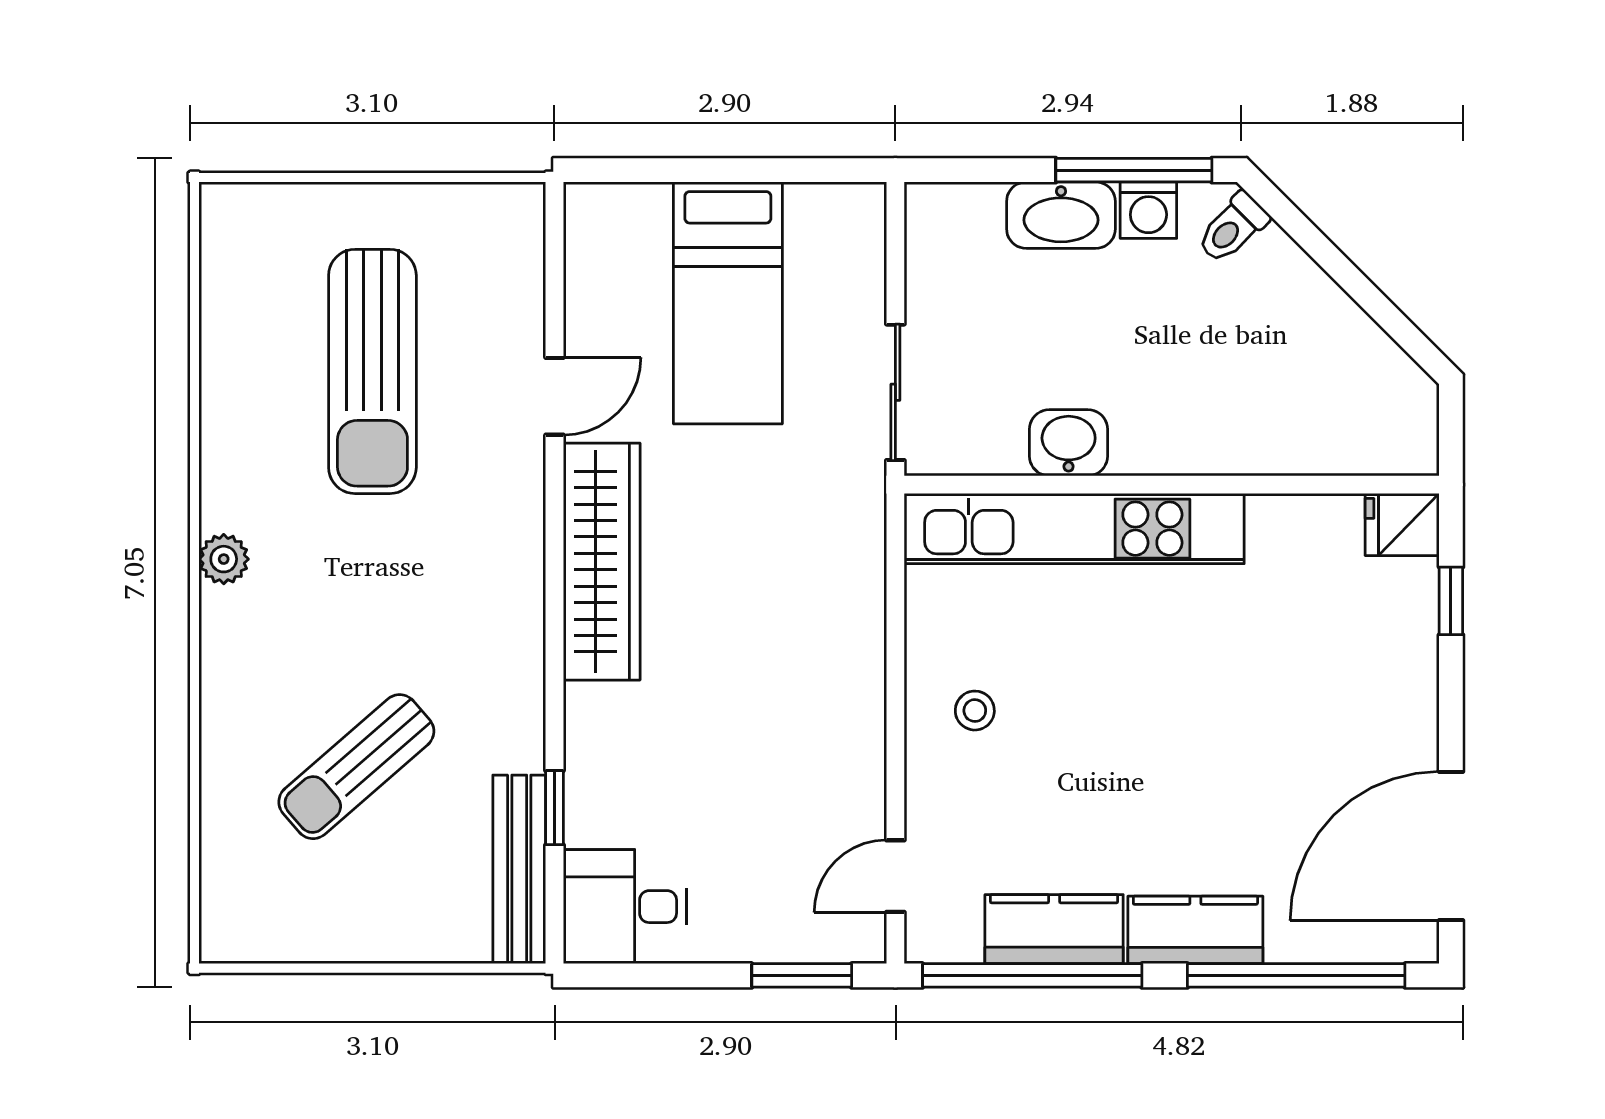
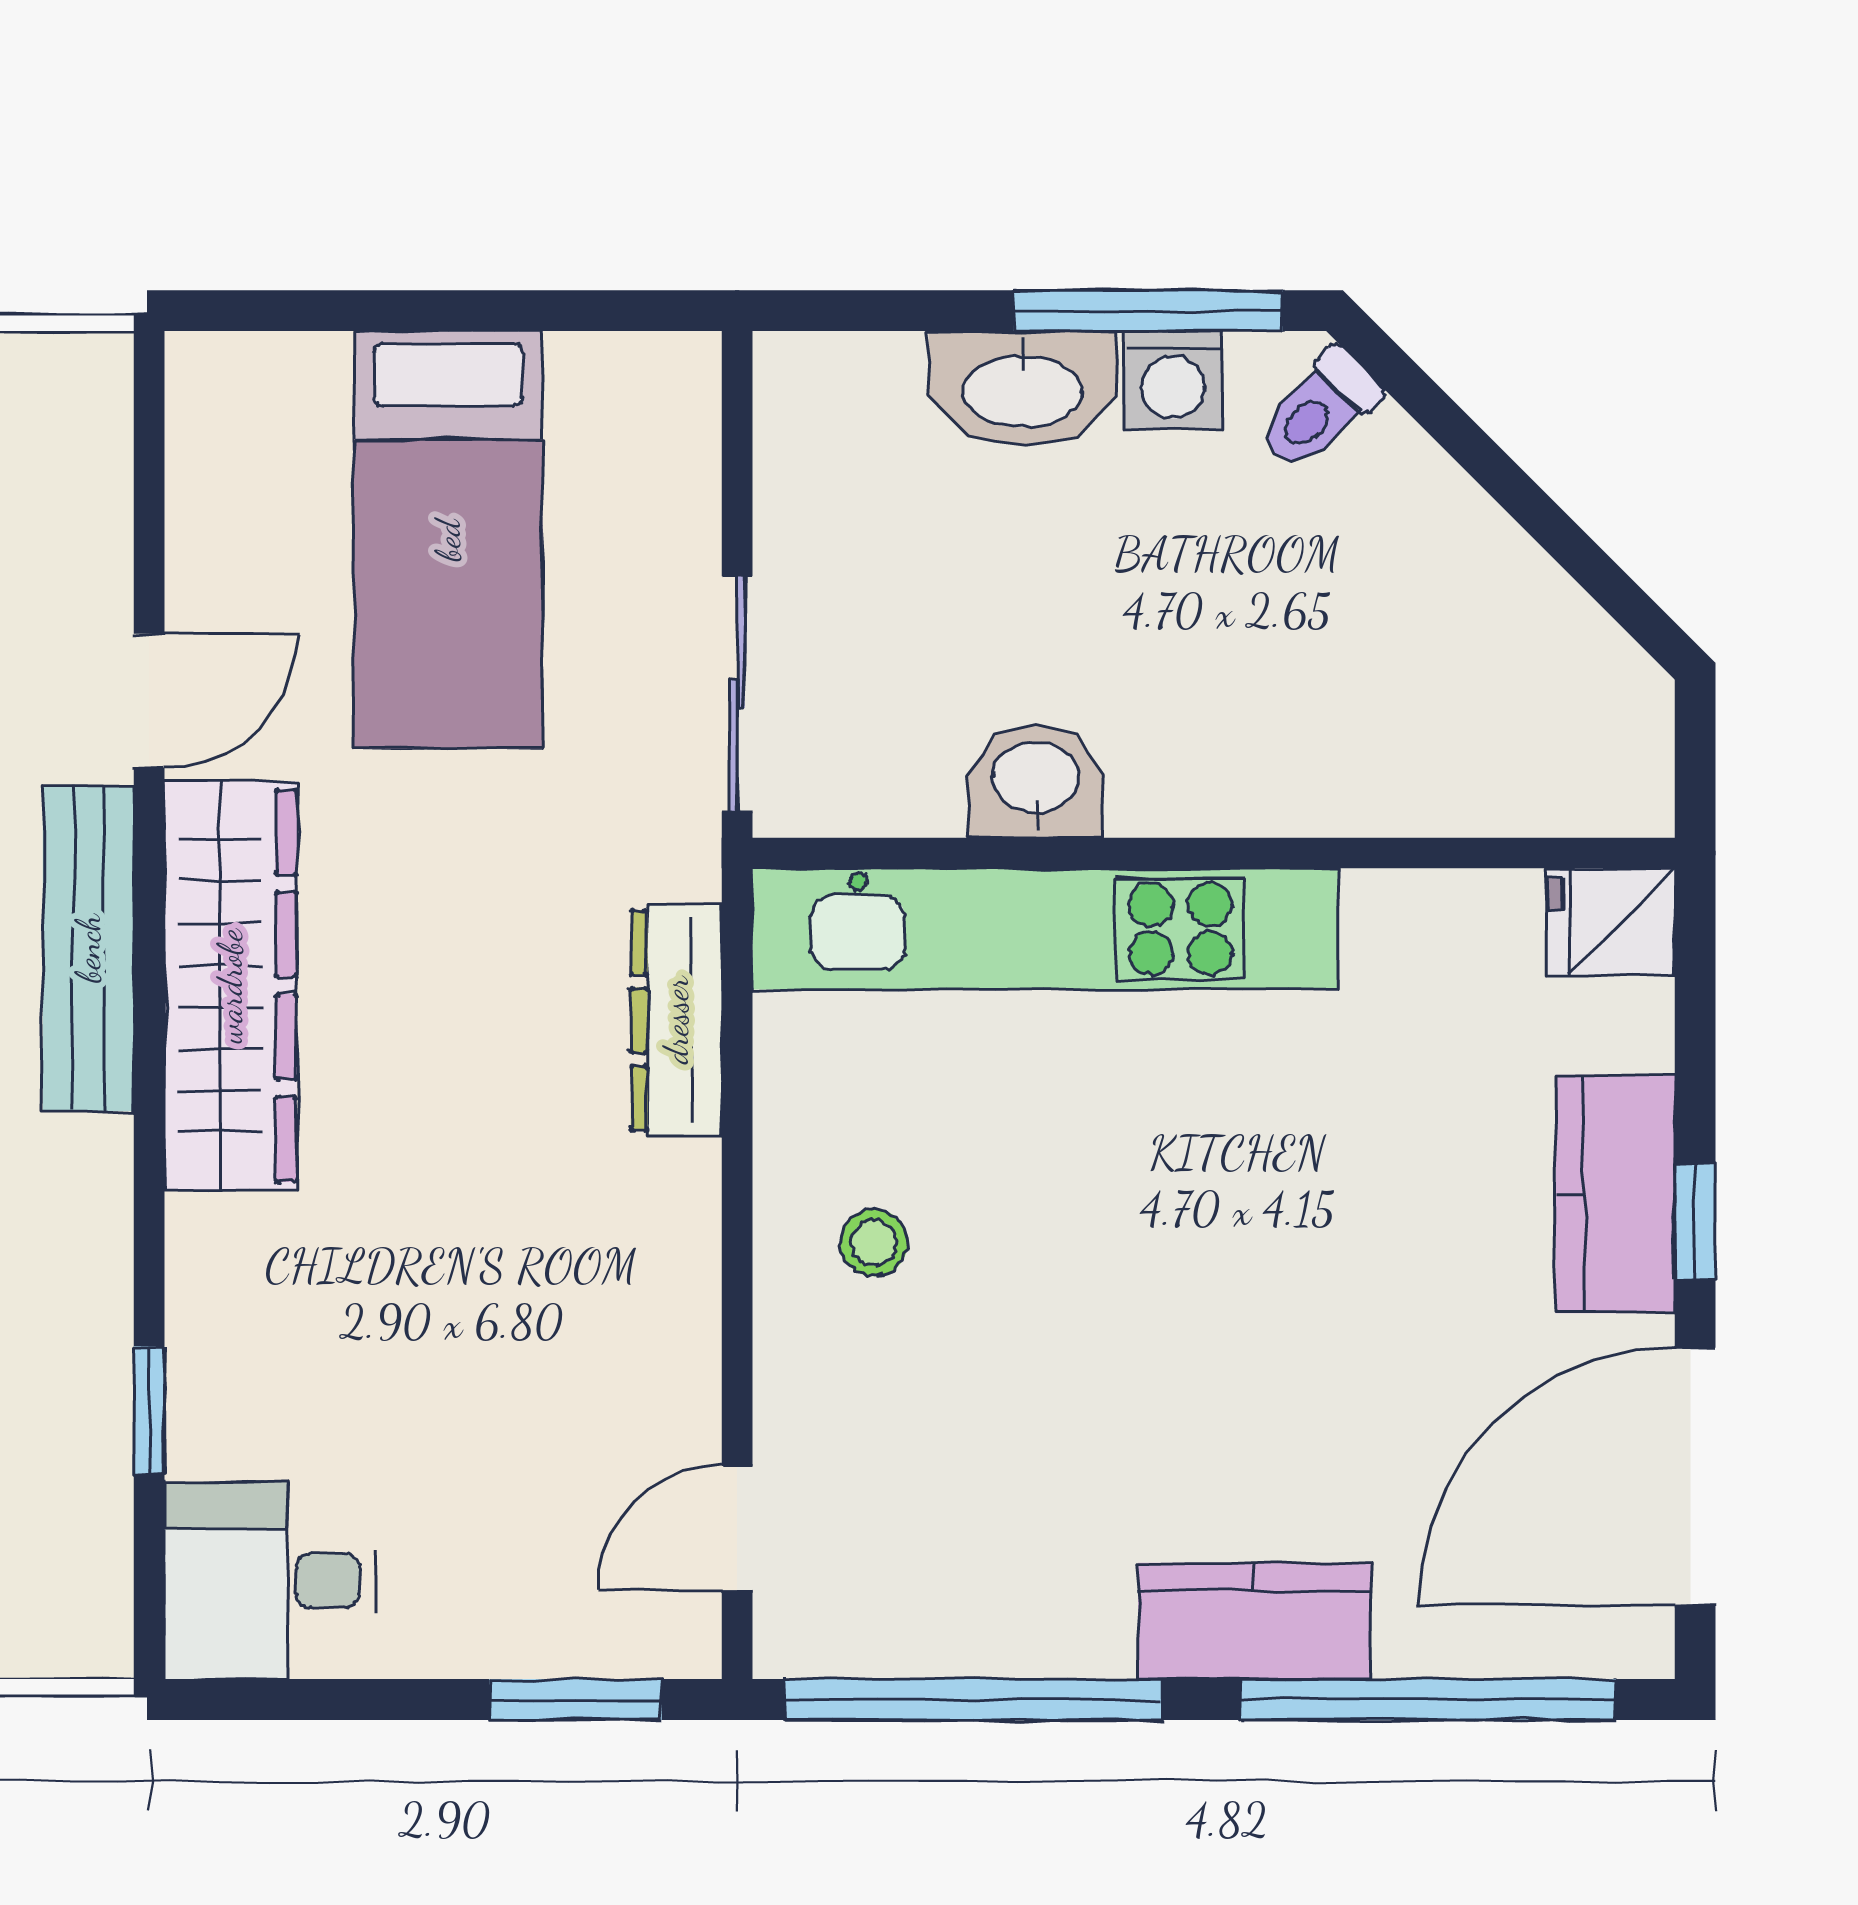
dresser: (860, 582) -> (676, 1020), added
window: (1451, 601) -> (1695, 1221), moved
bench: (519, 869) -> (88, 948), moved
kitchen counter: (1054, 929) -> (1615, 1194), moved, turned -90

